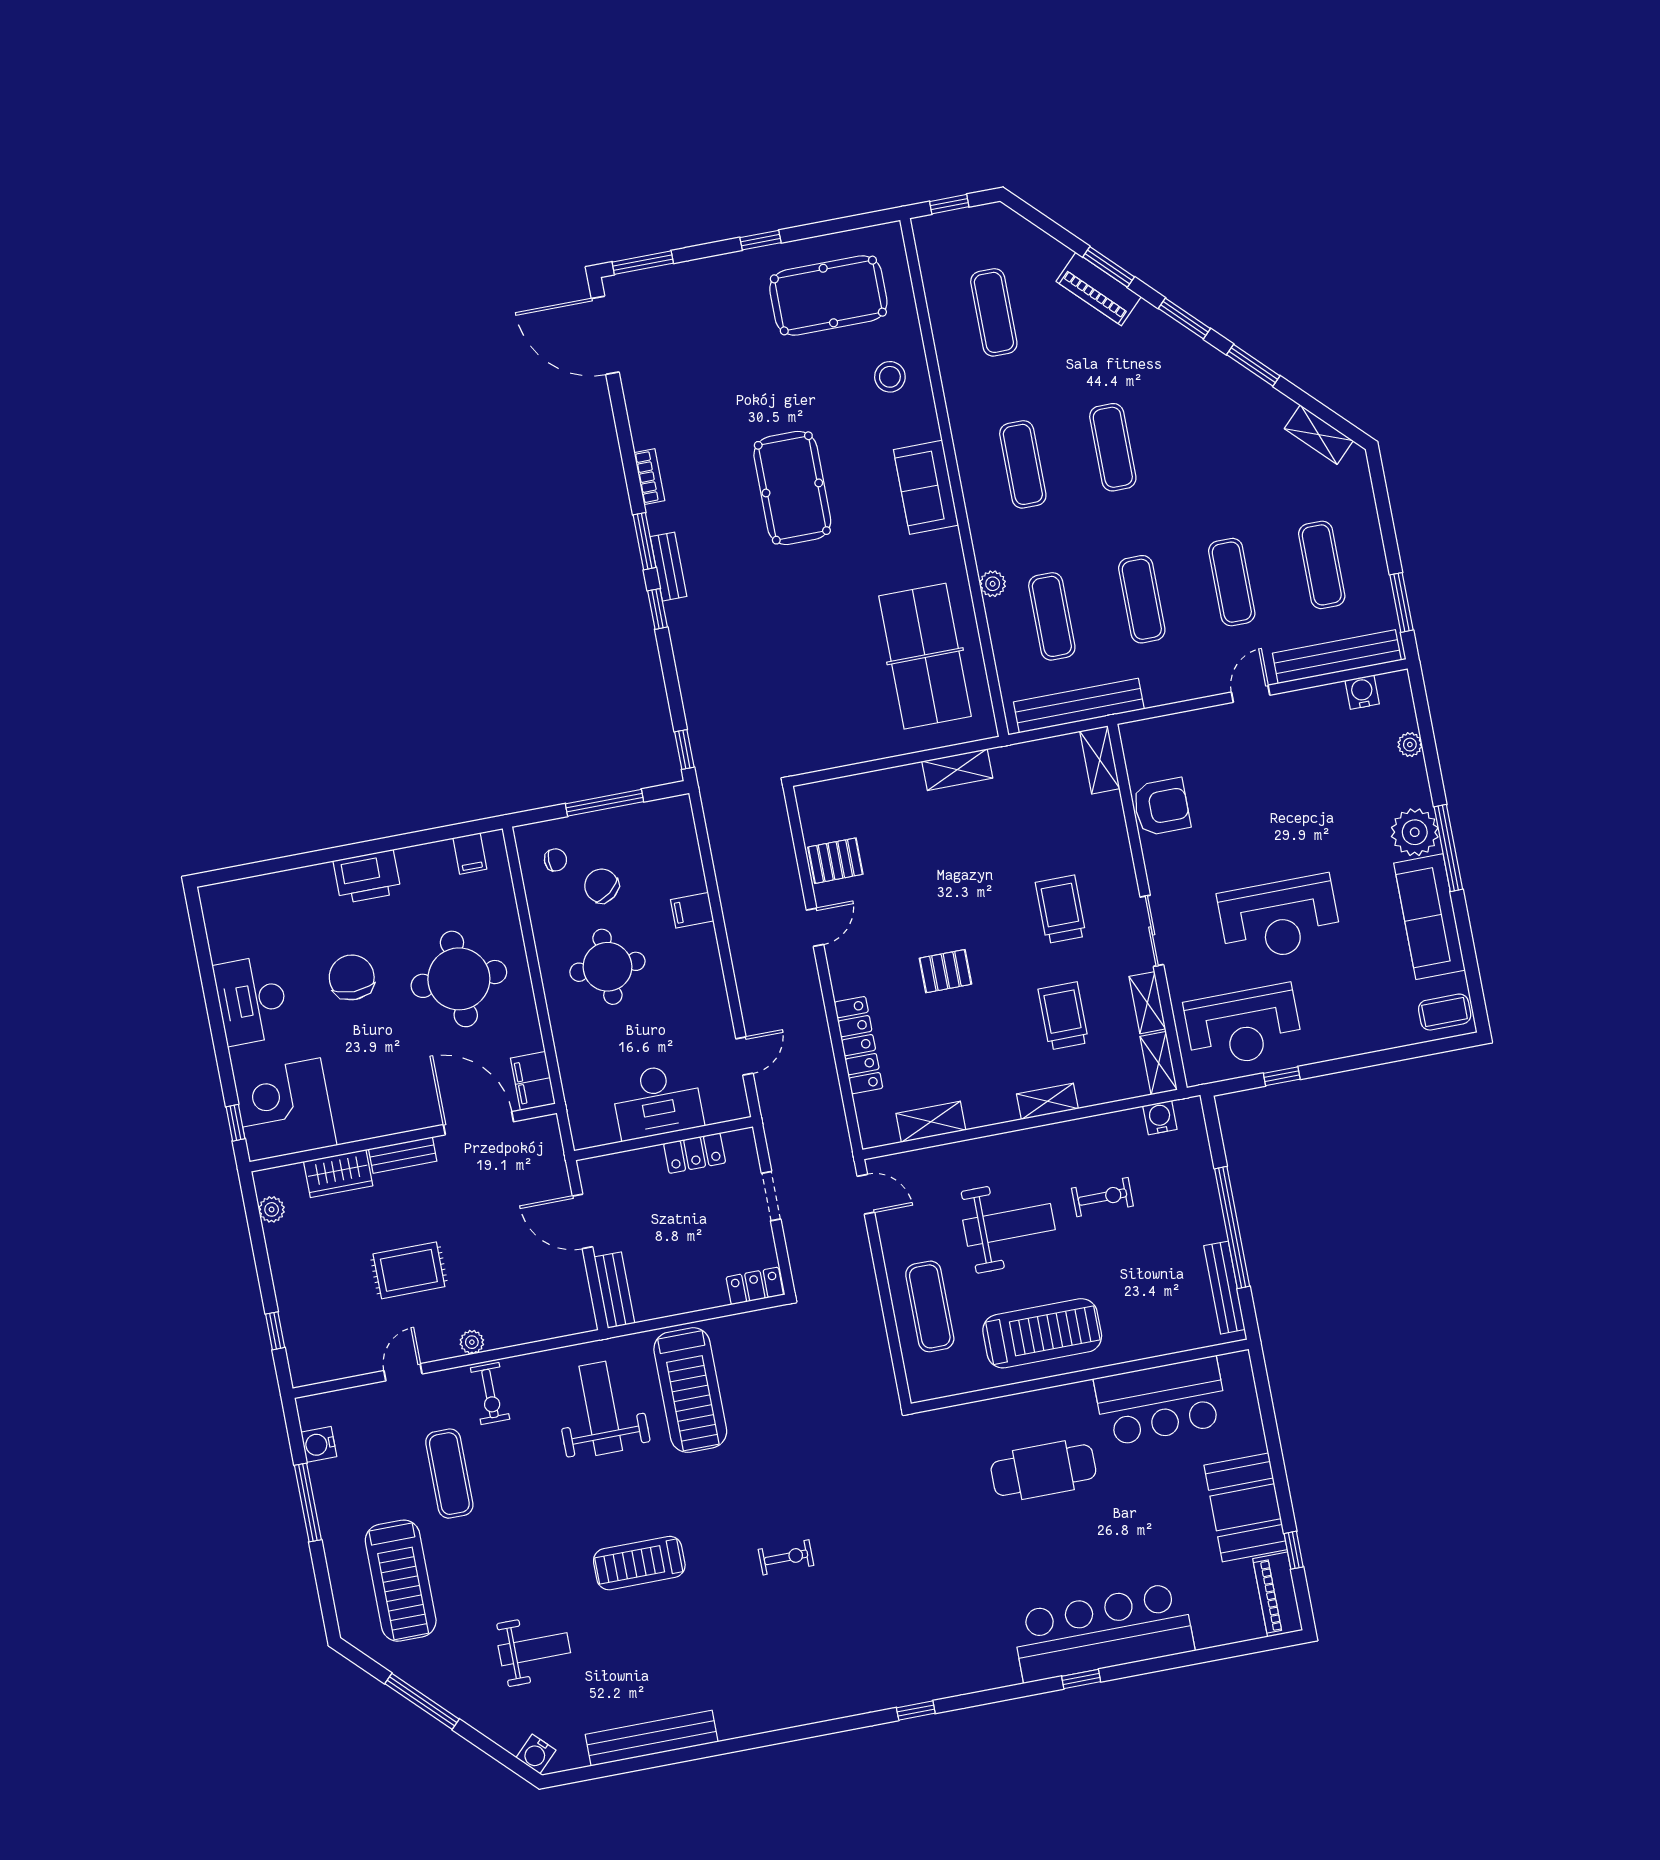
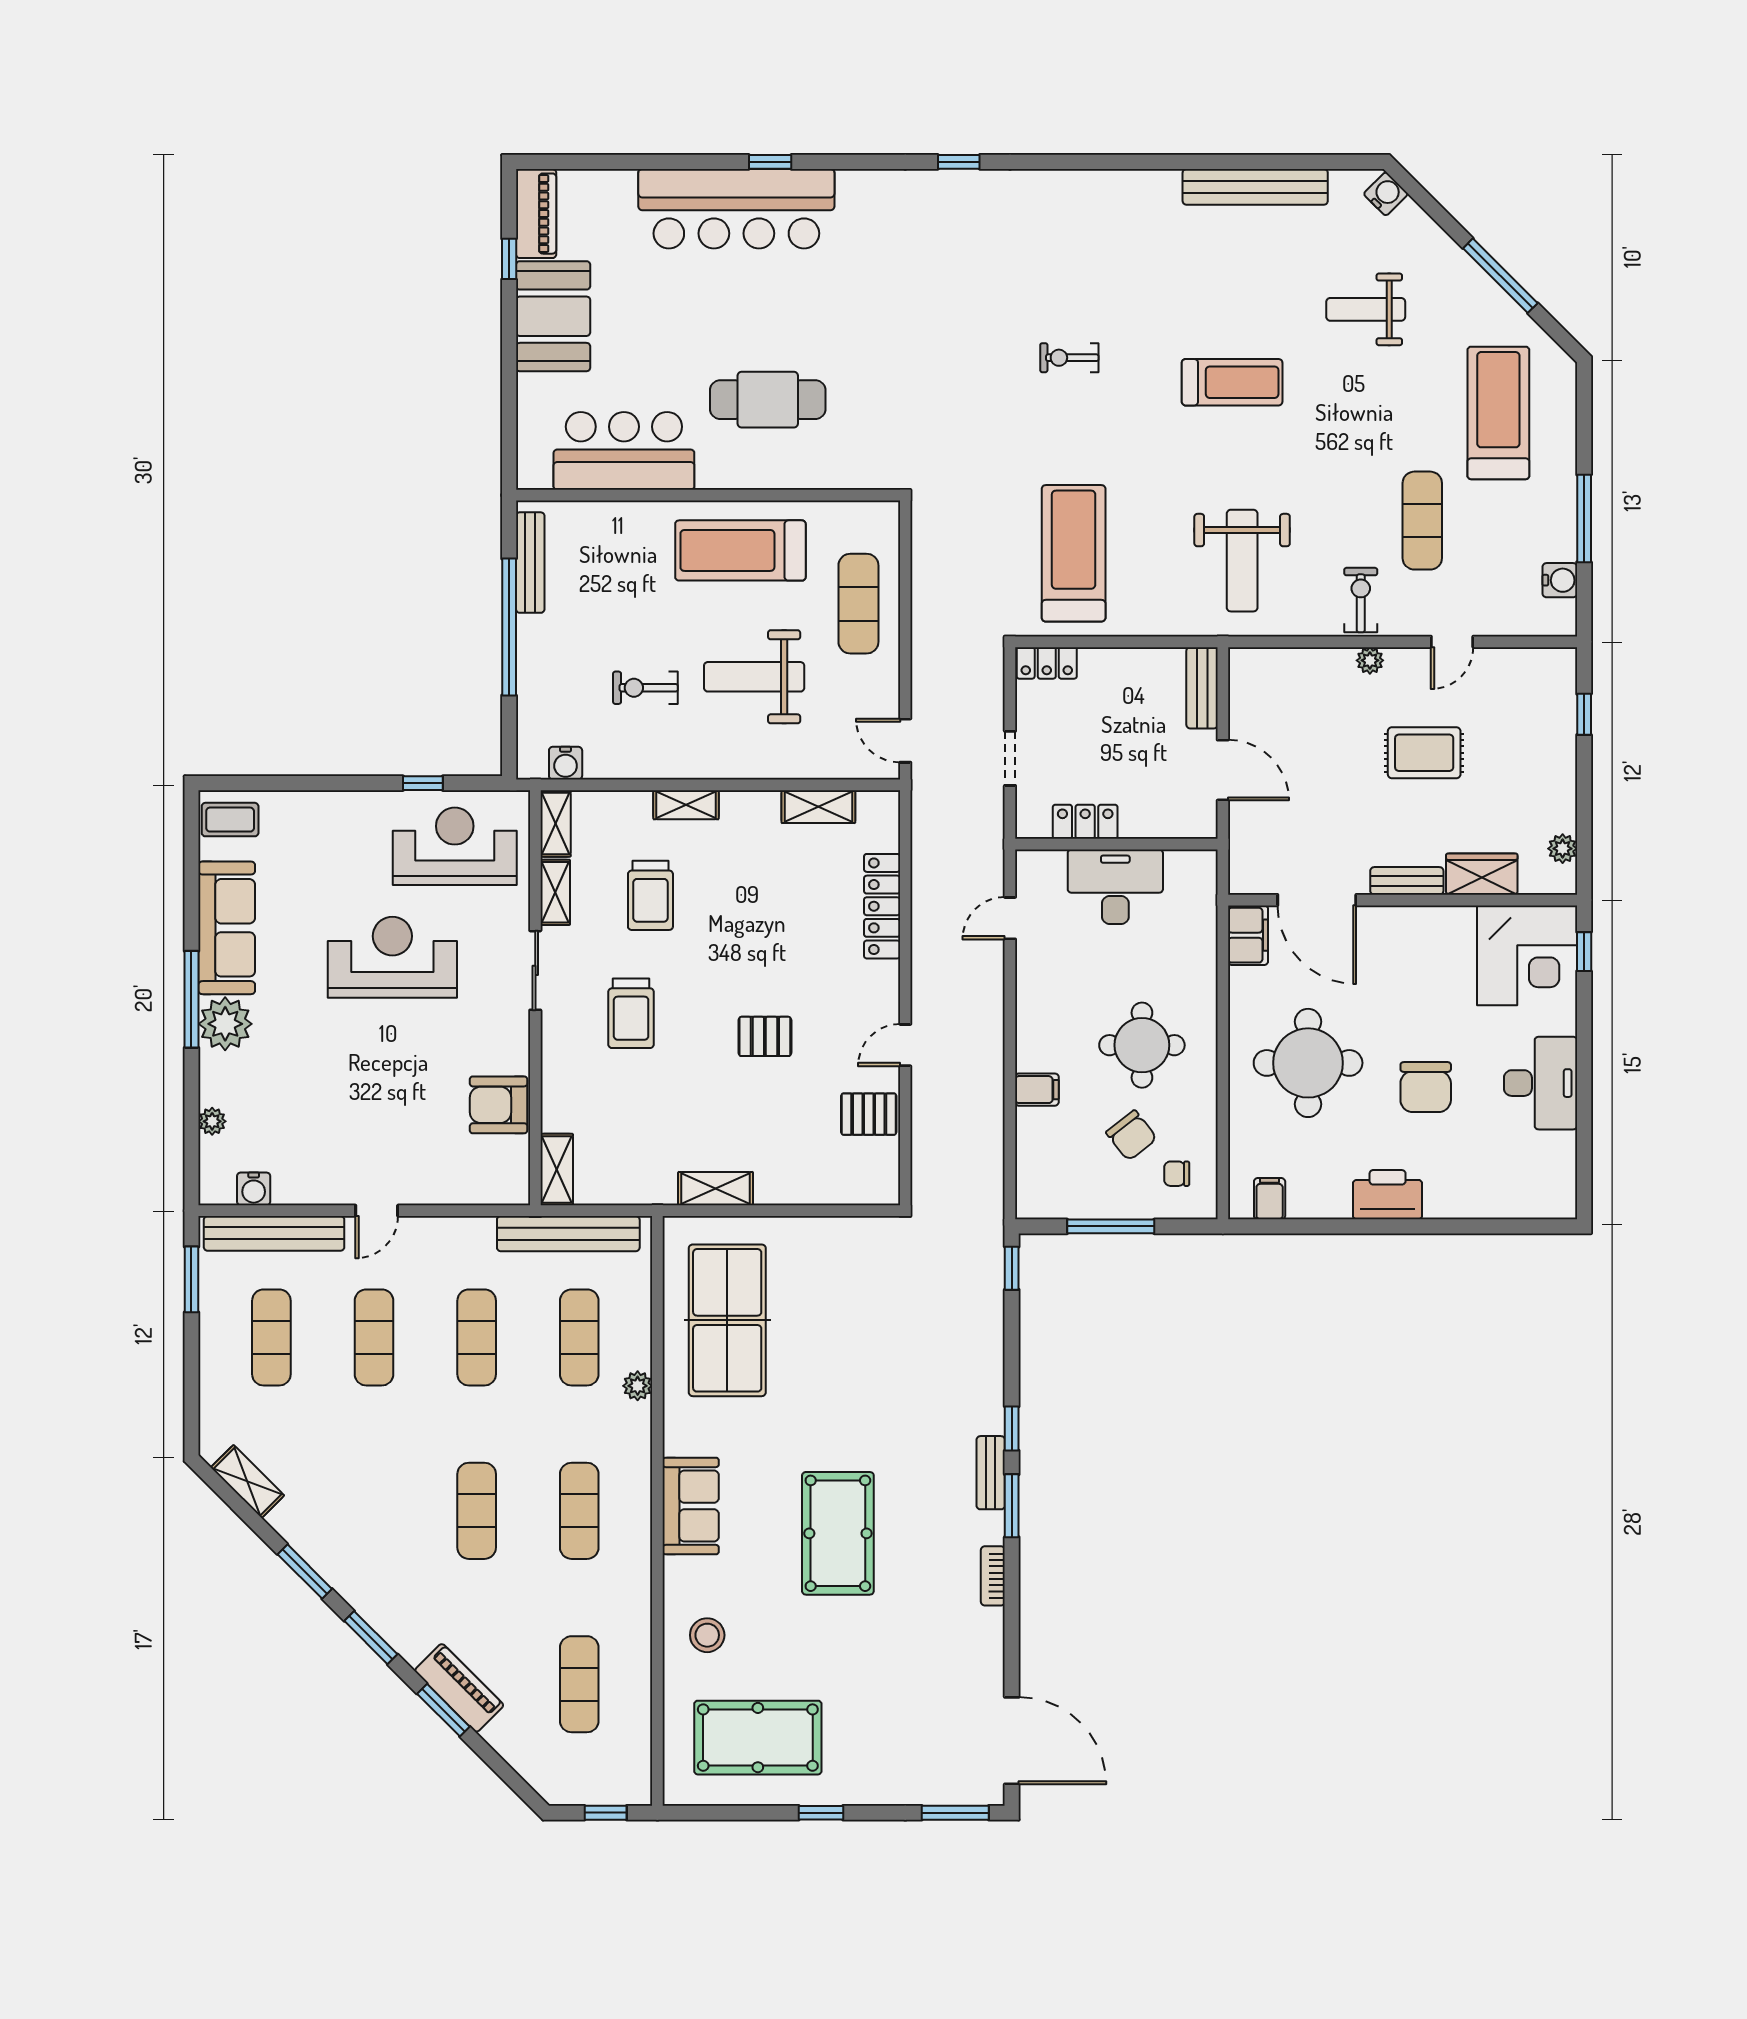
pallet: (945, 971) -> (765, 1036), moved
treadmill: (690, 1390) -> (1074, 553), moved

